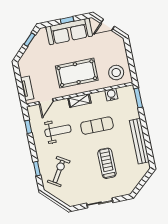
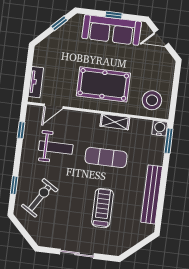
water cooler: (111, 95) -> (160, 128), moved
shelving: (79, 101) -> (115, 122), moved

